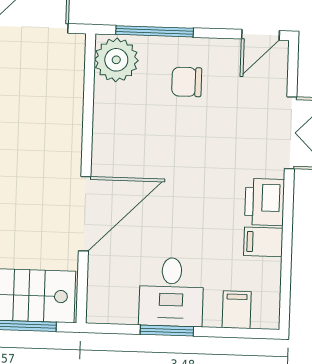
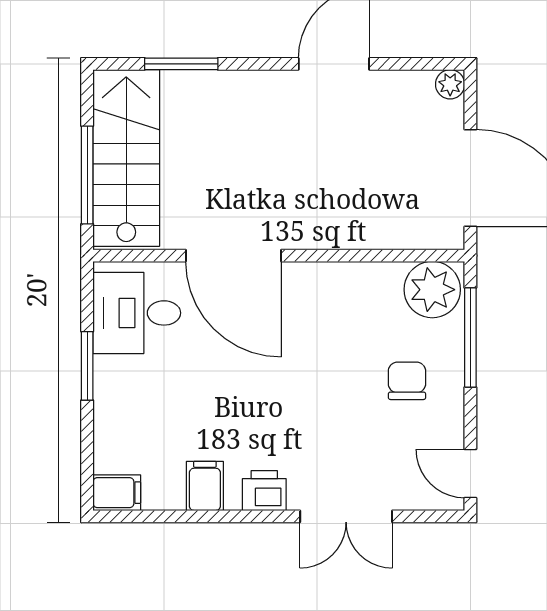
printer: (265, 202) -> (264, 491), width x0.73, depth x0.81
desk: (171, 292) -> (137, 313), moved
filing cabinet: (237, 310) -> (117, 493), moved

